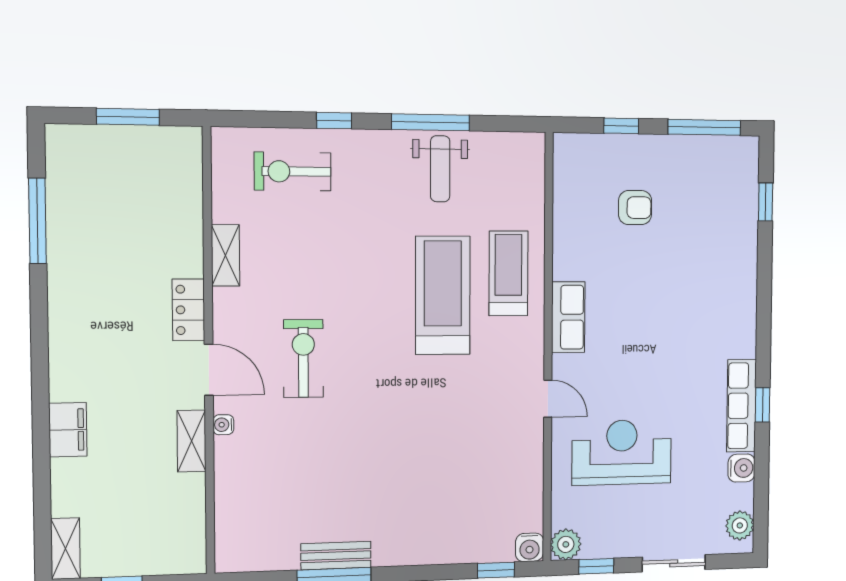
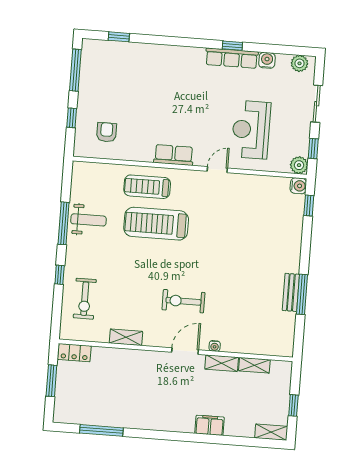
armchair: (635, 208) -> (107, 132), moved
locker: (189, 310) -> (74, 353), moved
shelving: (193, 503) -> (254, 365), added

